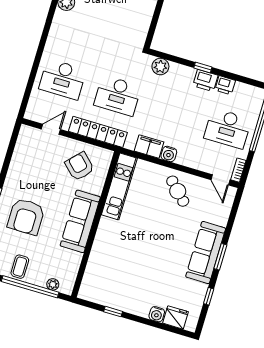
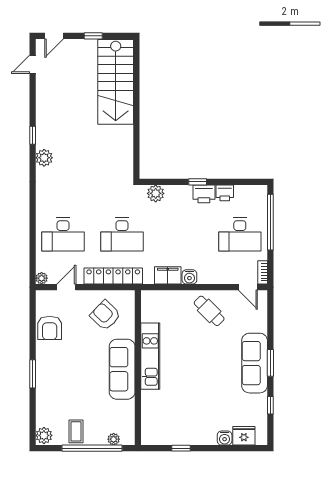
plant: (30, 114) -> (42, 278), added
kitchen unit: (119, 187) -> (150, 356), moved
armchair: (26, 217) -> (50, 328), moved, width x0.73, depth x0.73

